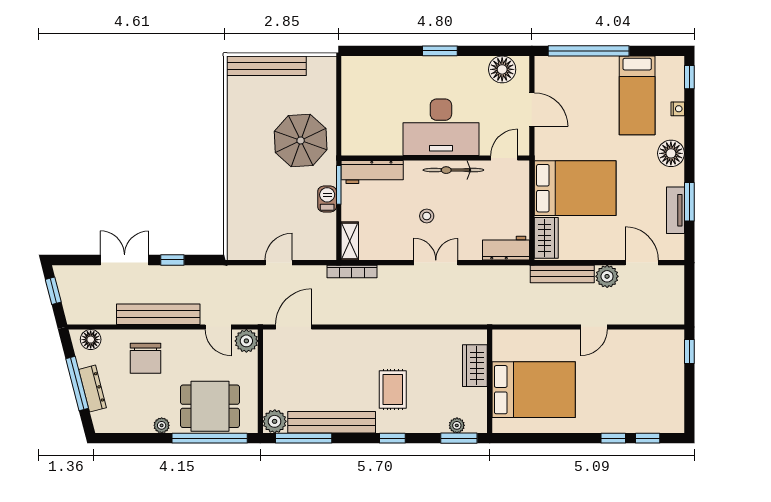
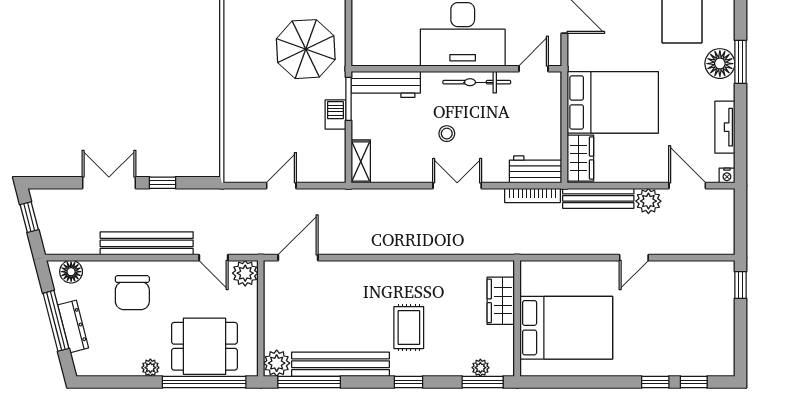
nightstand: (678, 109) -> (727, 176), moved, turned 90
window: (689, 202) -> (740, 62), moved
bookcase: (352, 271) -> (533, 195), moved

